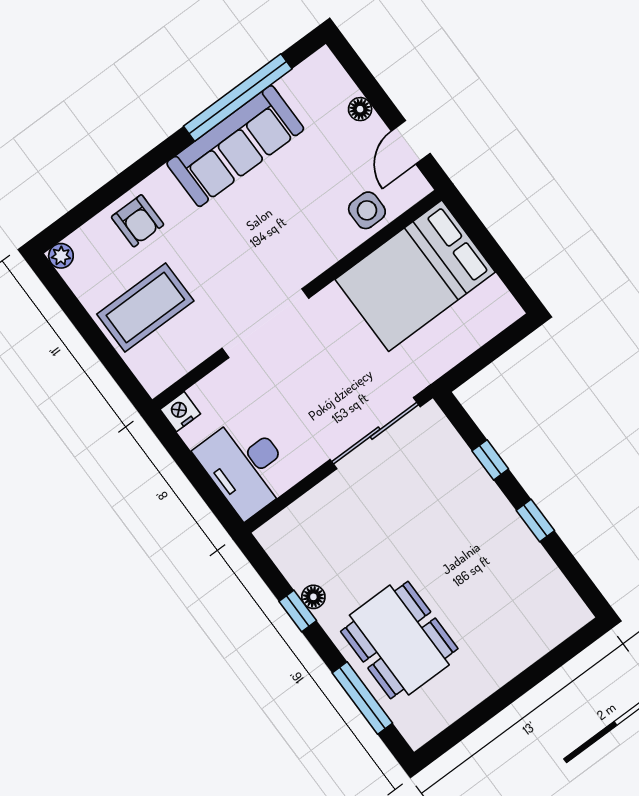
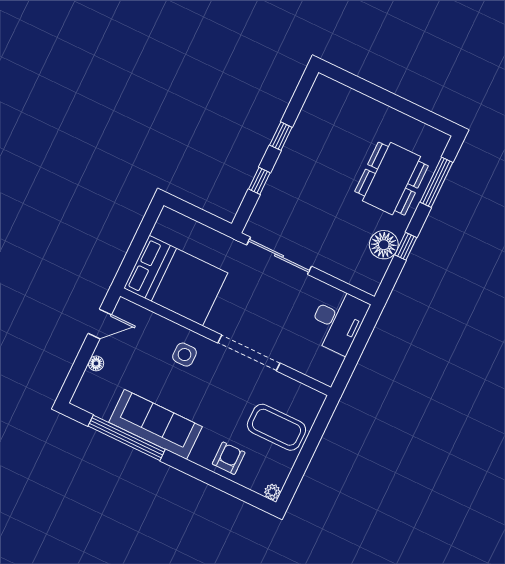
side table: (367, 210) -> (185, 355), moved
nightstand: (180, 412) -> (326, 375), removed
floor lamp: (313, 597) -> (384, 245), width x1.89, depth x1.89

